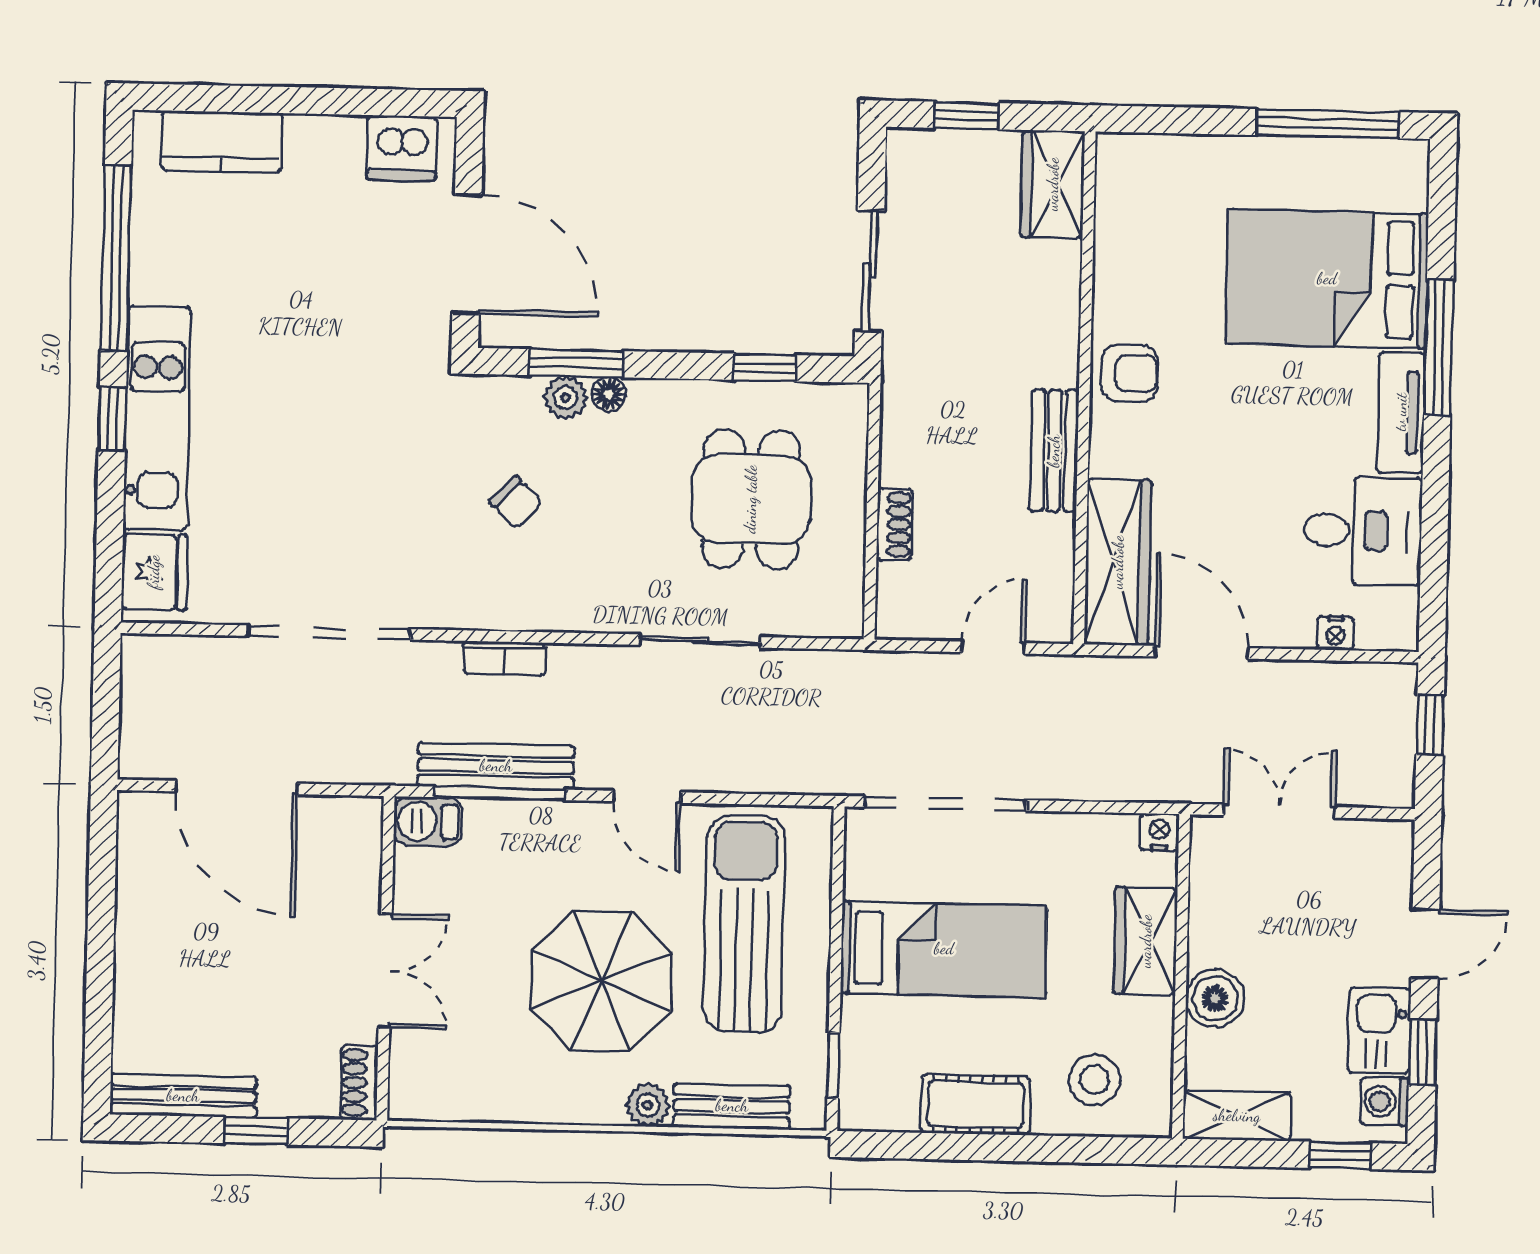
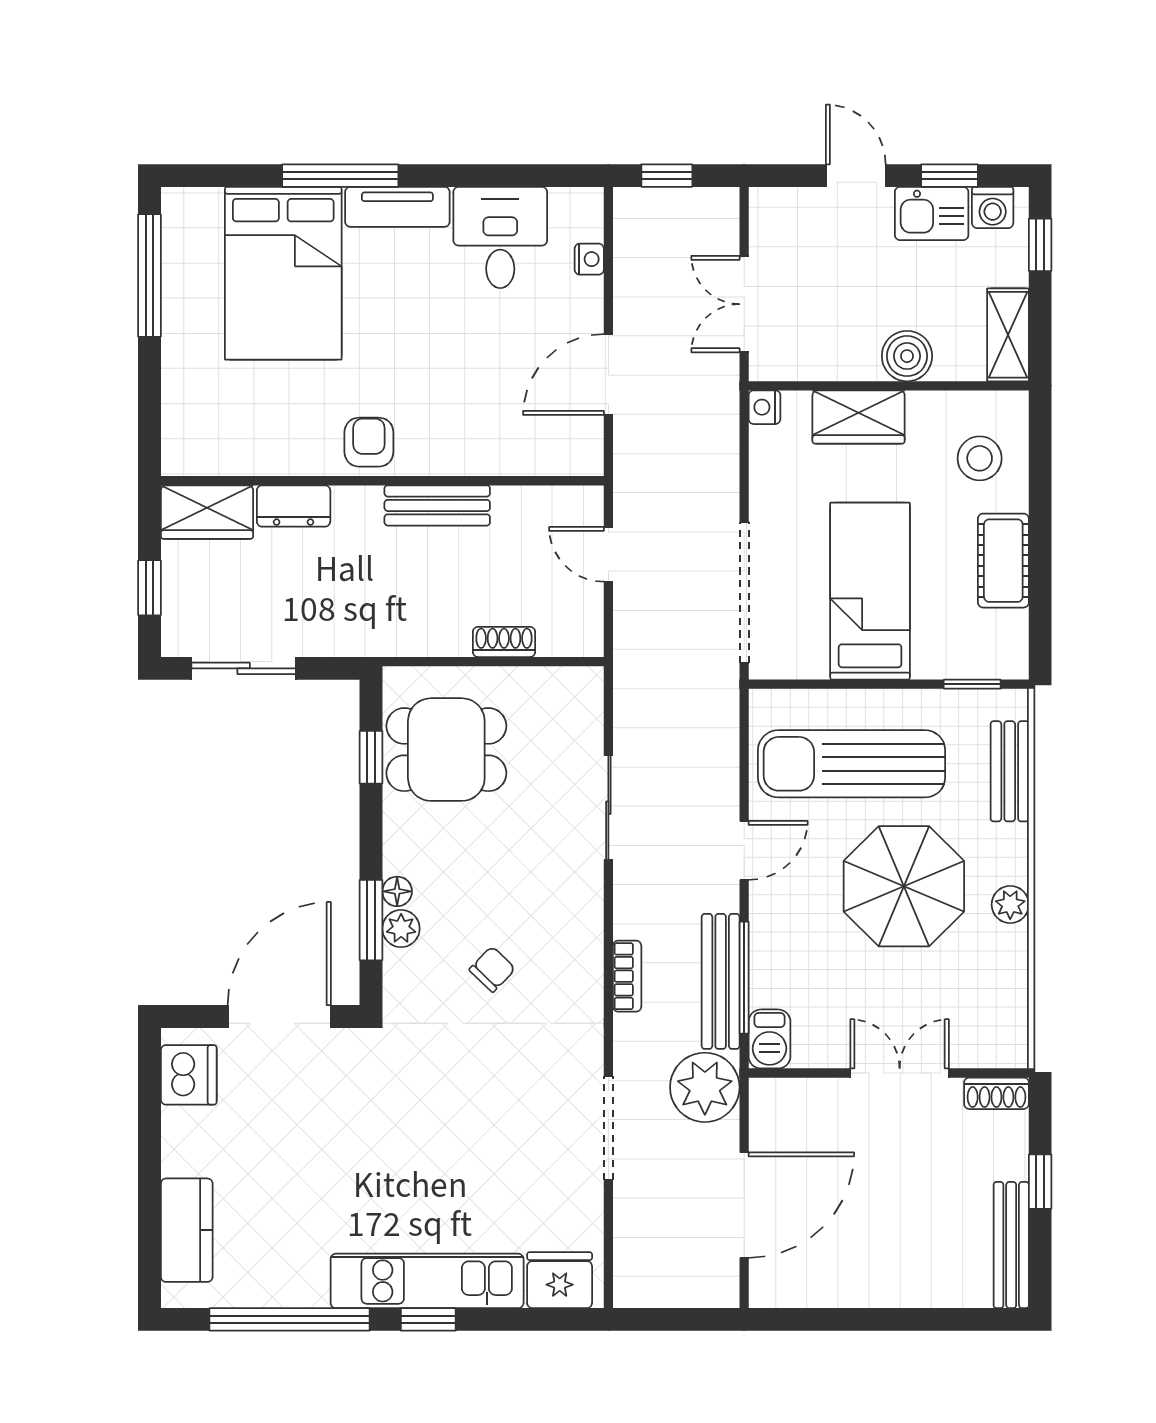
sliding door: (870, 271) -> (244, 668), moved
dresser: (1058, 284) -> (294, 506), added
dining table: (751, 499) -> (446, 750), moved
wardrobe: (1118, 562) -> (532, 449), removed
doorway: (329, 632) -> (608, 1128), width x0.73
plant: (374, 745) -> (705, 1087), added
plant: (648, 1105) -> (1010, 905), moved

